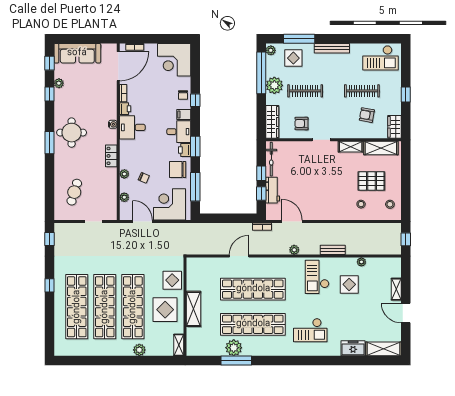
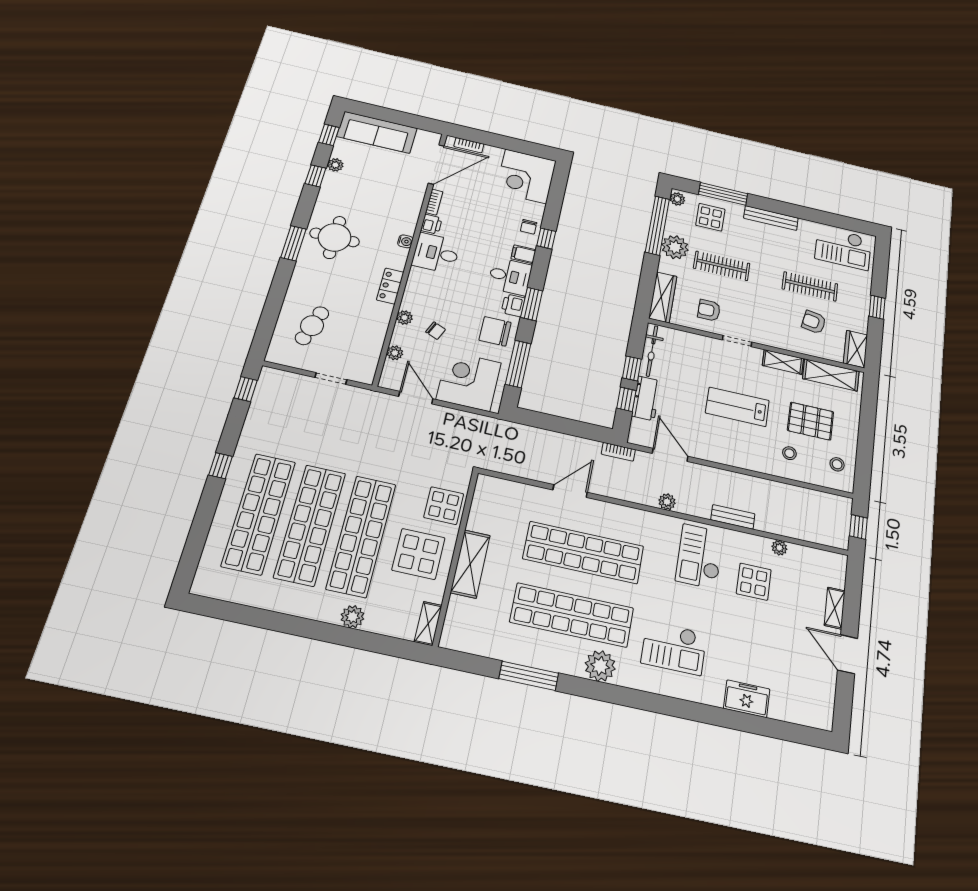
lab bench: (327, 182) -> (737, 407), added
plant: (234, 348) -> (600, 666), moved
shelving: (384, 349) -> (802, 712), removed

